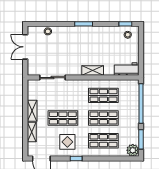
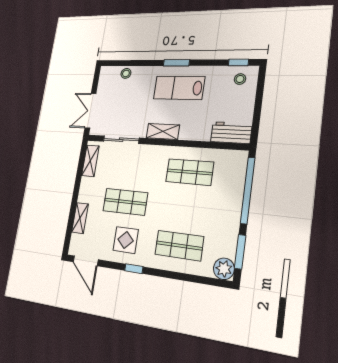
lab bench: (88, 41) -> (179, 88), added
double door: (25, 47) -> (90, 111), moved
shelving: (93, 71) -> (163, 131), moved
shelving: (32, 111) -> (90, 161), moved
shop shelf: (103, 118) -> (184, 208), removed

